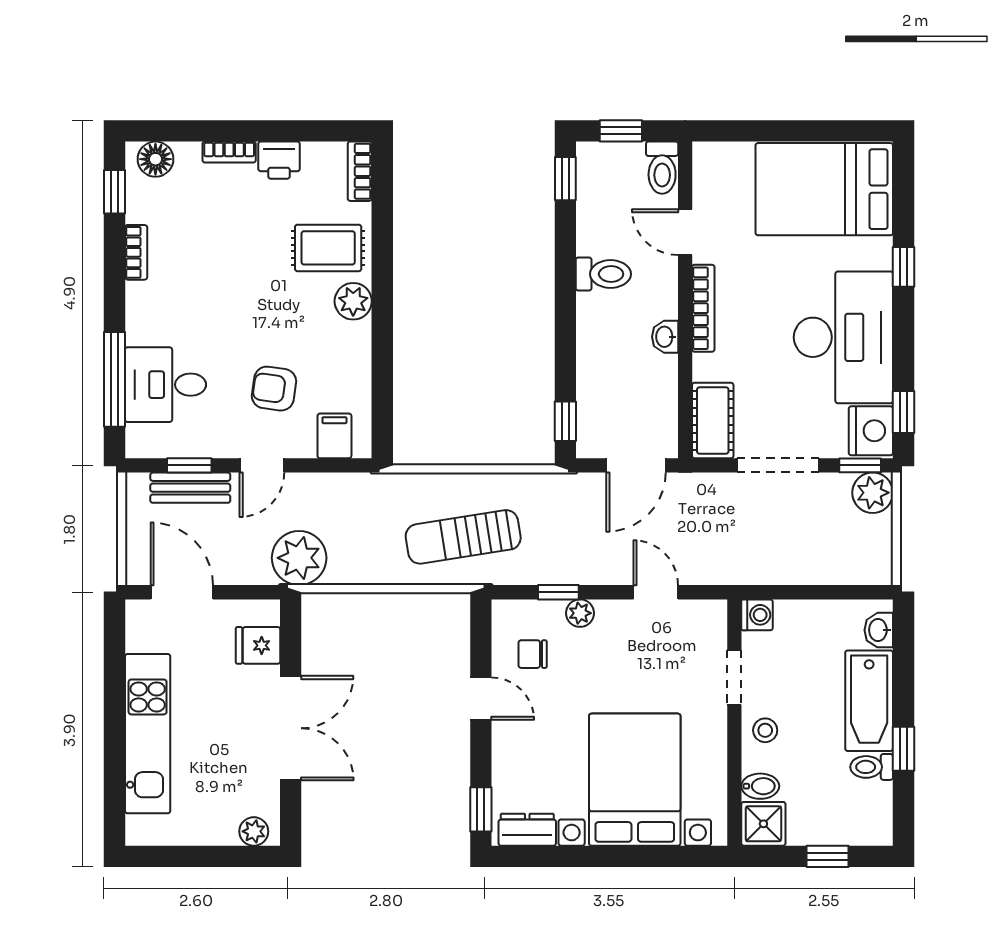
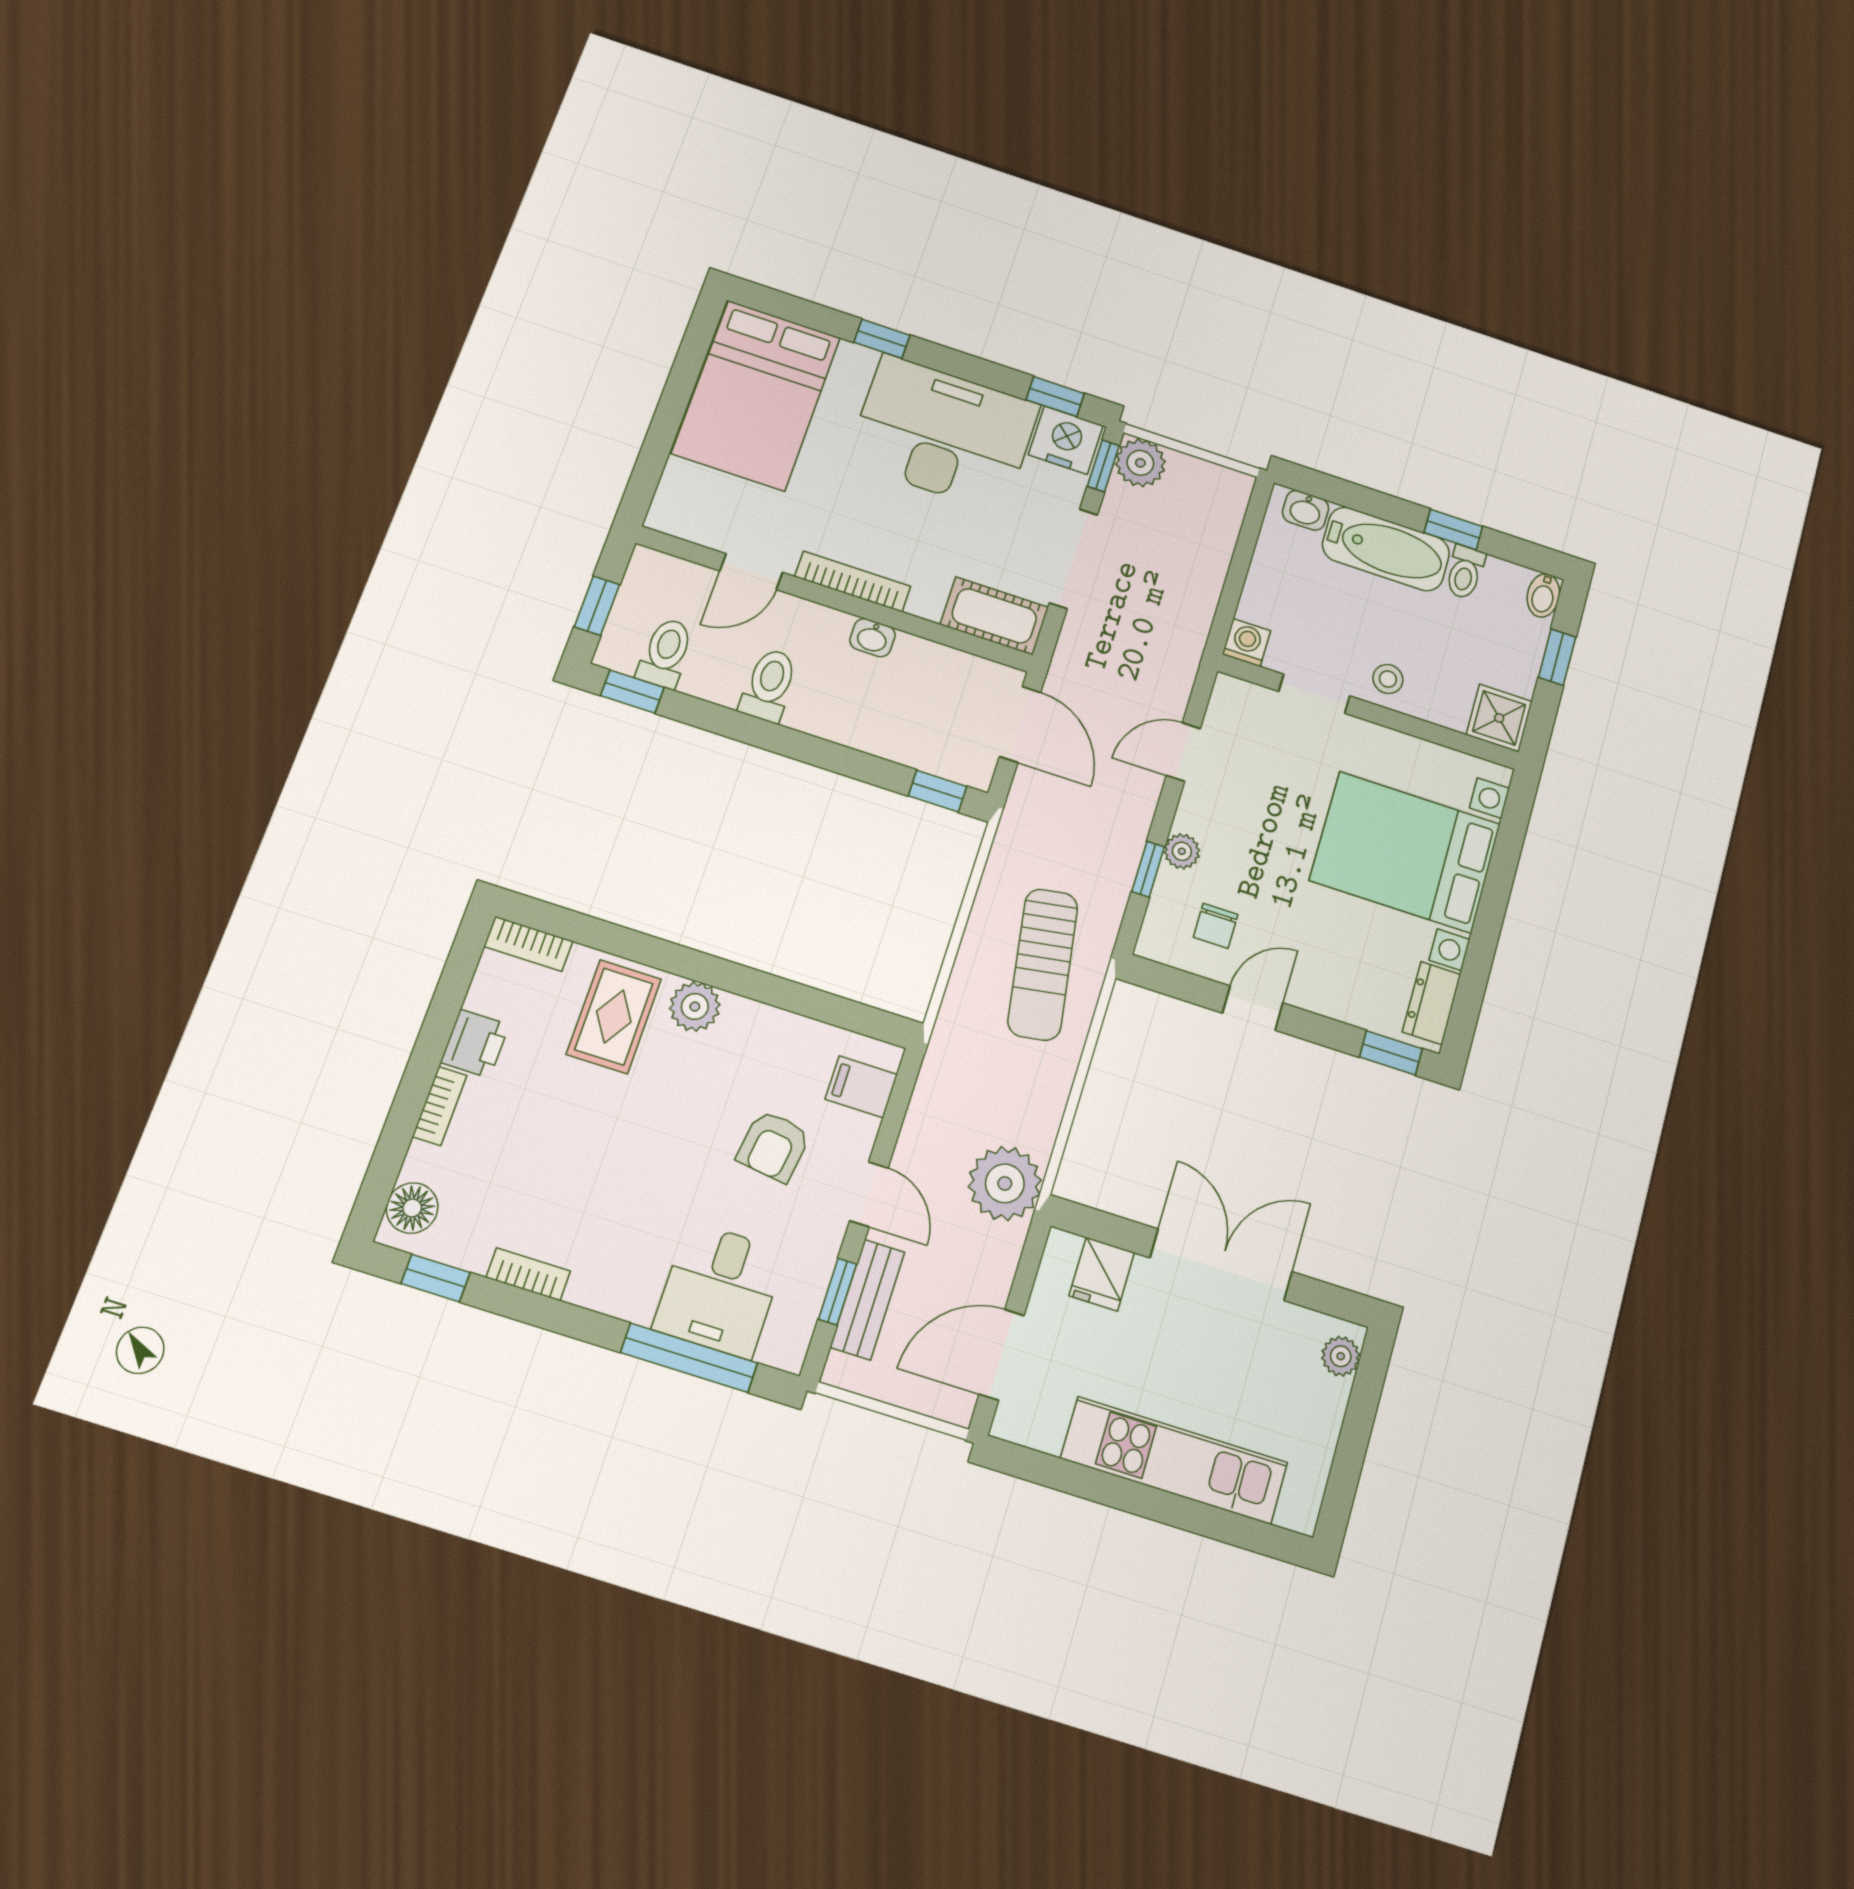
toilet: (662, 168) -> (666, 653), moved, turned -90
bidet: (760, 786) -> (1543, 595), moved, turned 180

